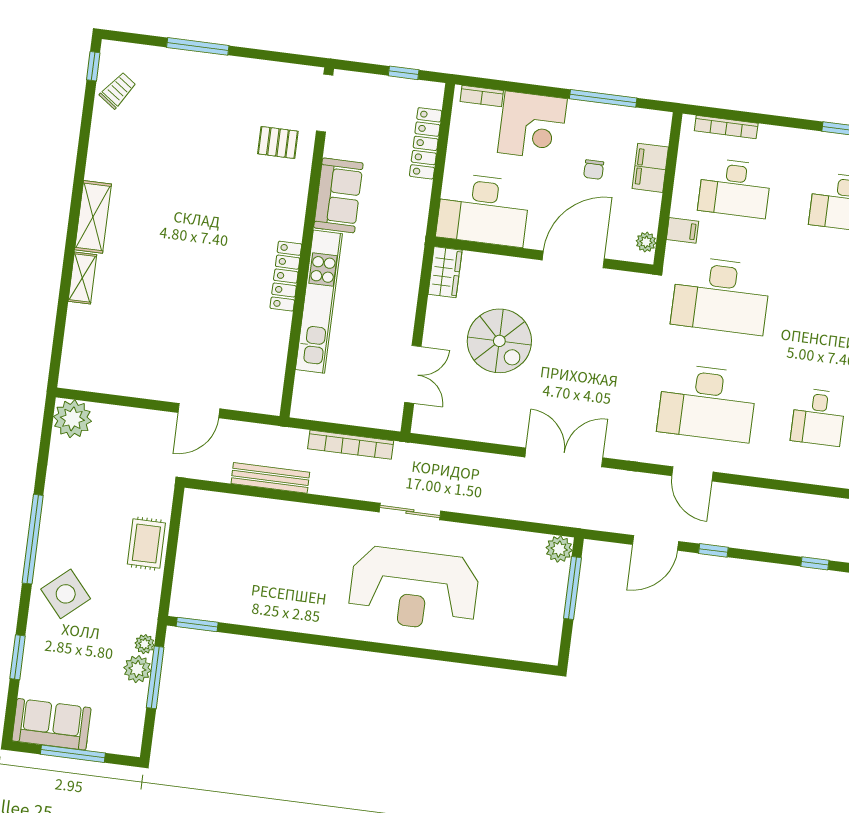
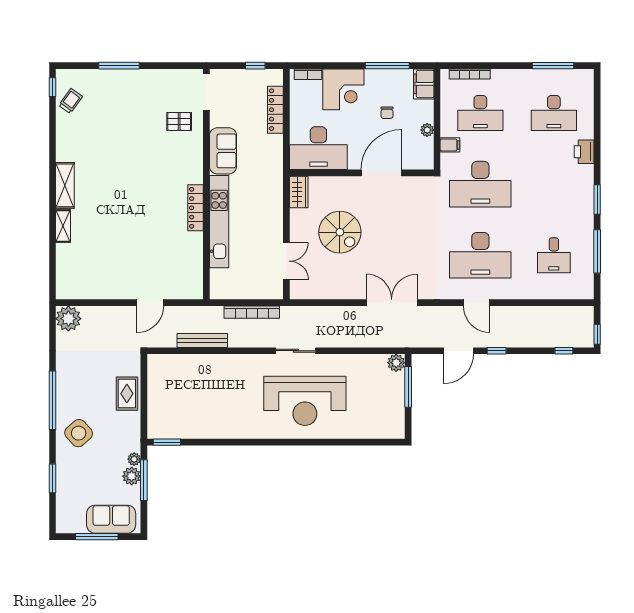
filing cabinet: (650, 168) -> (424, 84), moved
plant: (646, 242) -> (427, 130), moved
sofa: (51, 724) -> (111, 519), moved

